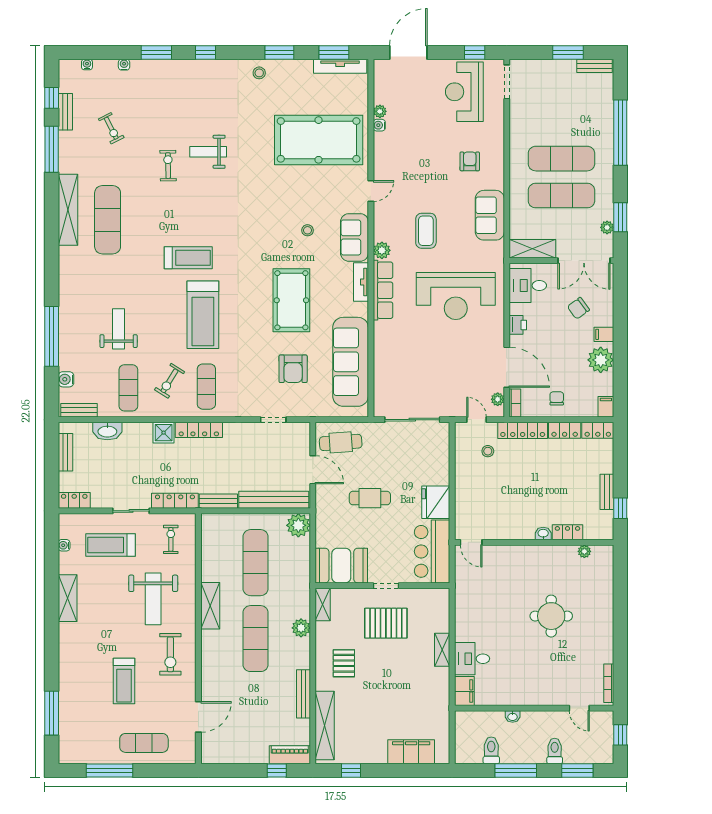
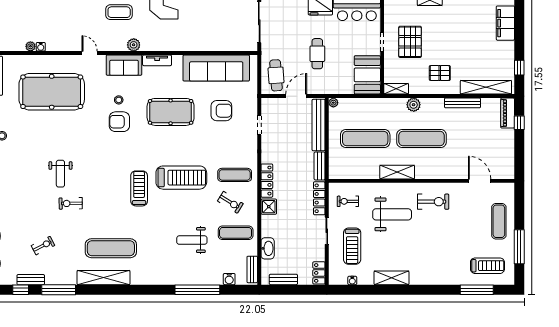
pool table: (319, 140) -> (52, 92), turned 90
armchair: (278, 231) -> (119, 122), added
row of seats: (383, 290) -> (163, 44), removed
plant: (298, 525) -> (333, 103), width x0.53, depth x0.53
treadmill: (124, 681) -> (487, 266), moved

